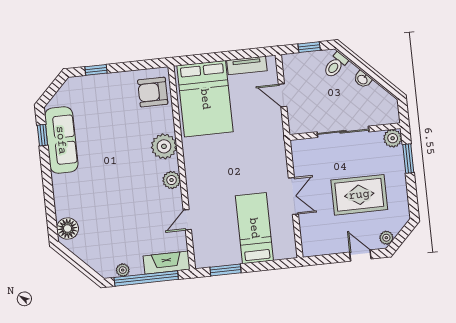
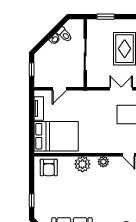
toilet: (335, 65) -> (64, 35), moved
plant: (393, 138) -> (92, 25), removed

